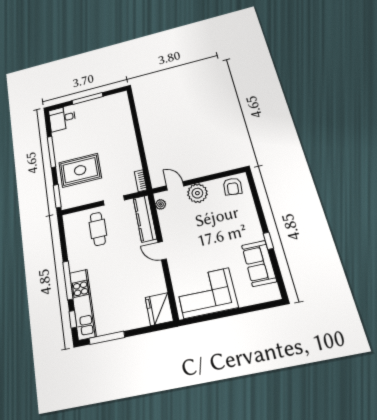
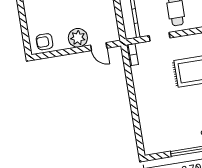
armchair: (233, 186) -> (45, 42), turned -96
plant: (161, 204) -> (114, 29), removed

